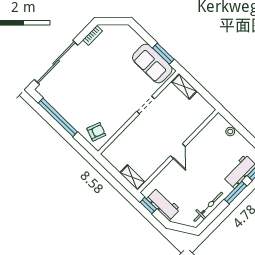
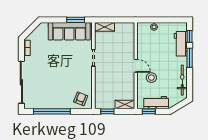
sofa: (152, 63) -> (69, 31), width x1.36
window: (110, 168) -> (107, 111), added
stool: (182, 176) -> (151, 78), added

